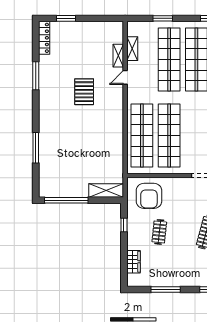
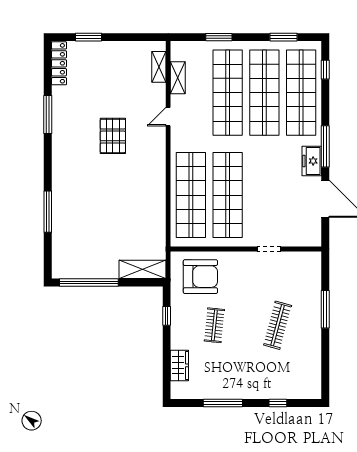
shelving: (118, 56) -> (159, 67), moved
armchair: (149, 196) -> (200, 277), turned -90

